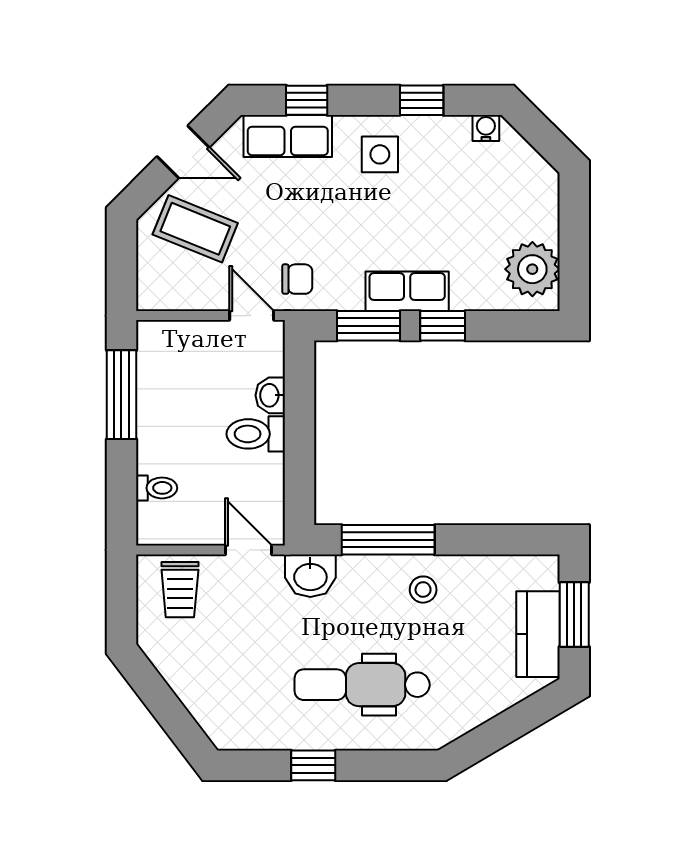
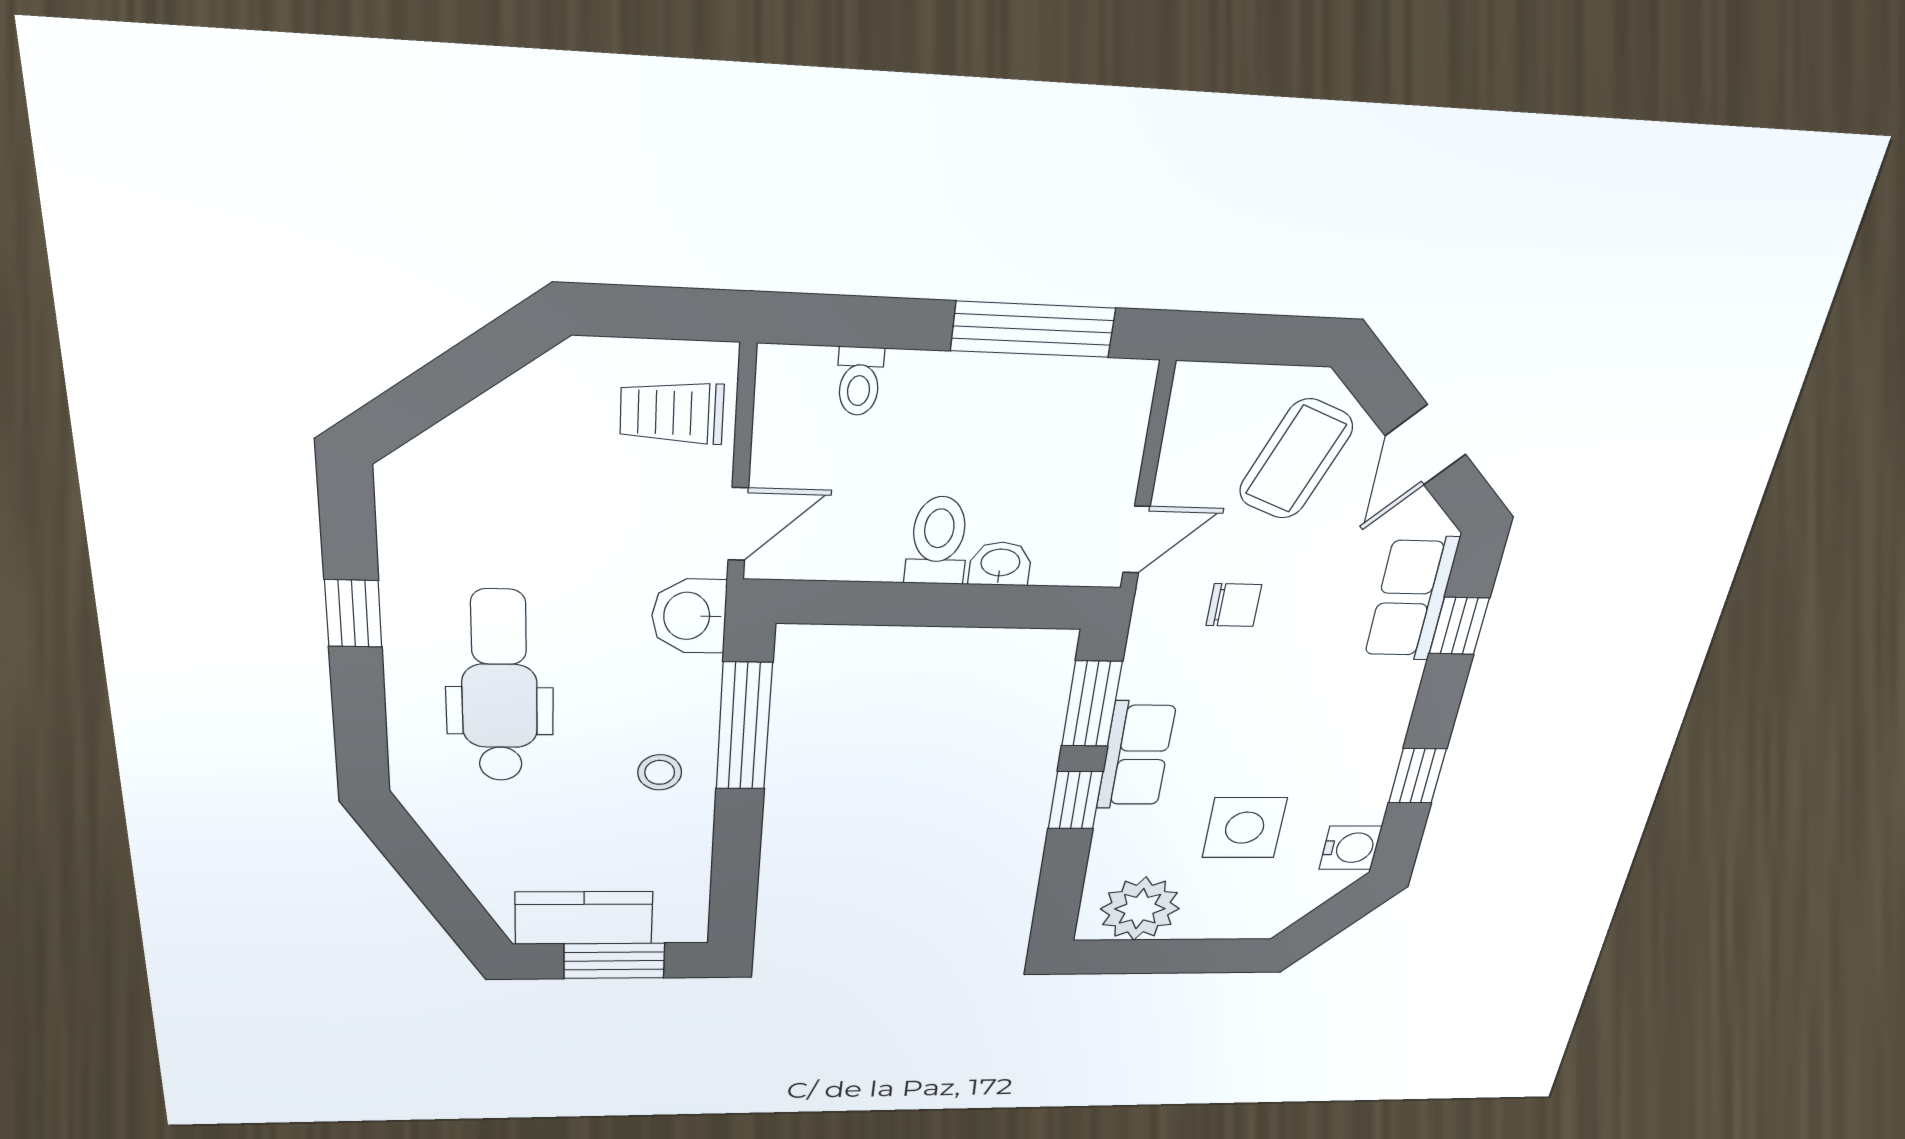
water cooler: (486, 128) -> (1351, 848), width x1.38, depth x1.38
side table: (380, 154) -> (1245, 828), moved, width x1.37, depth x1.37
chair: (297, 279) -> (1234, 605), moved, turned -90

